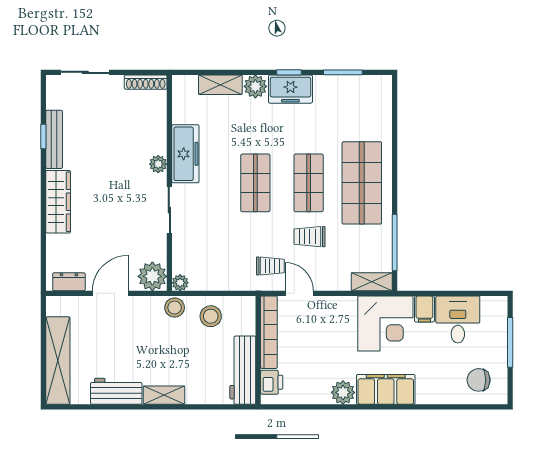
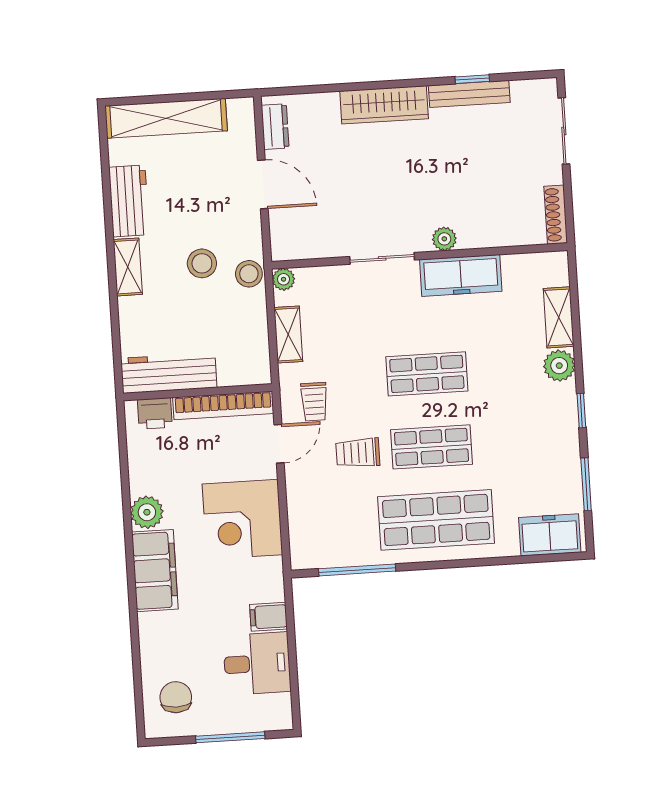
freezer: (290, 89) -> (550, 535), moved, turned 90
trolley: (310, 237) -> (358, 453), turned -90
plant: (152, 276) -> (290, 241), removed
shelving: (372, 282) -> (288, 334), moved
stool: (211, 316) -> (202, 263), moved
corner desk: (385, 323) -> (242, 519), moved

